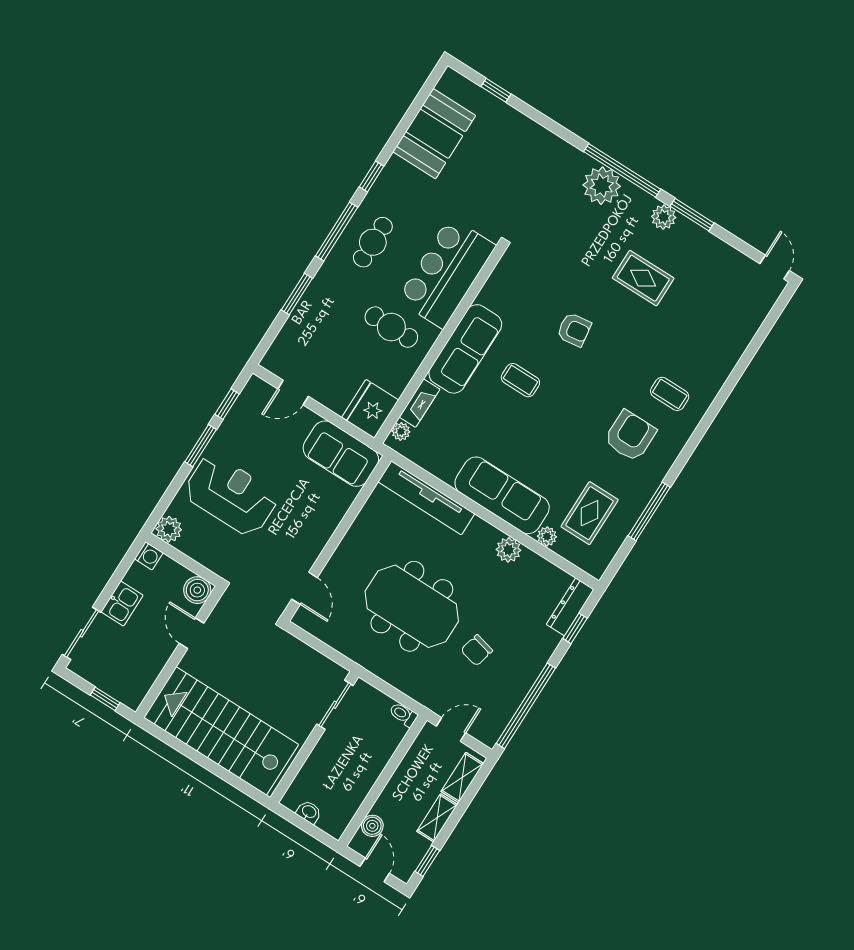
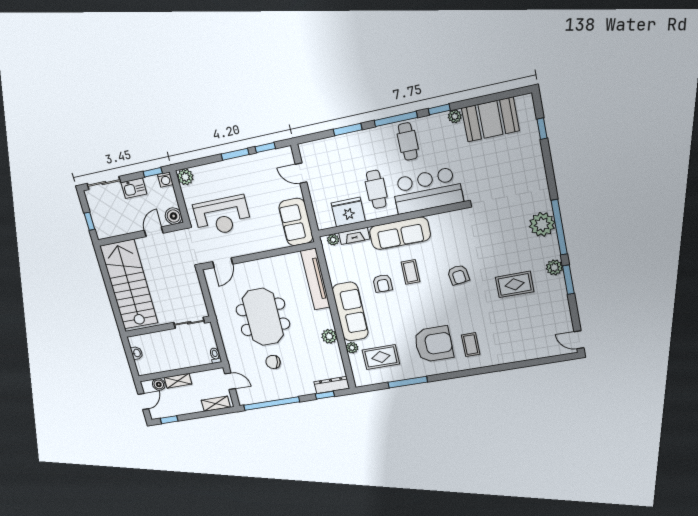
plant: (395, 167) -> (455, 116), added
cafe table: (373, 242) -> (408, 141), turned 90
door: (775, 267) -> (579, 340), swing flipped
rug: (643, 278) -> (515, 284), turned 90
fridge: (370, 409) -> (348, 212), moved
armchair: (504, 425) -> (383, 283), added
armchair: (630, 436) -> (434, 344), width x1.36, depth x1.36
reception desk: (231, 495) -> (222, 216), moved, turned 90
window: (127, 562) -> (153, 172), added
shelving: (437, 818) -> (178, 381), moved

